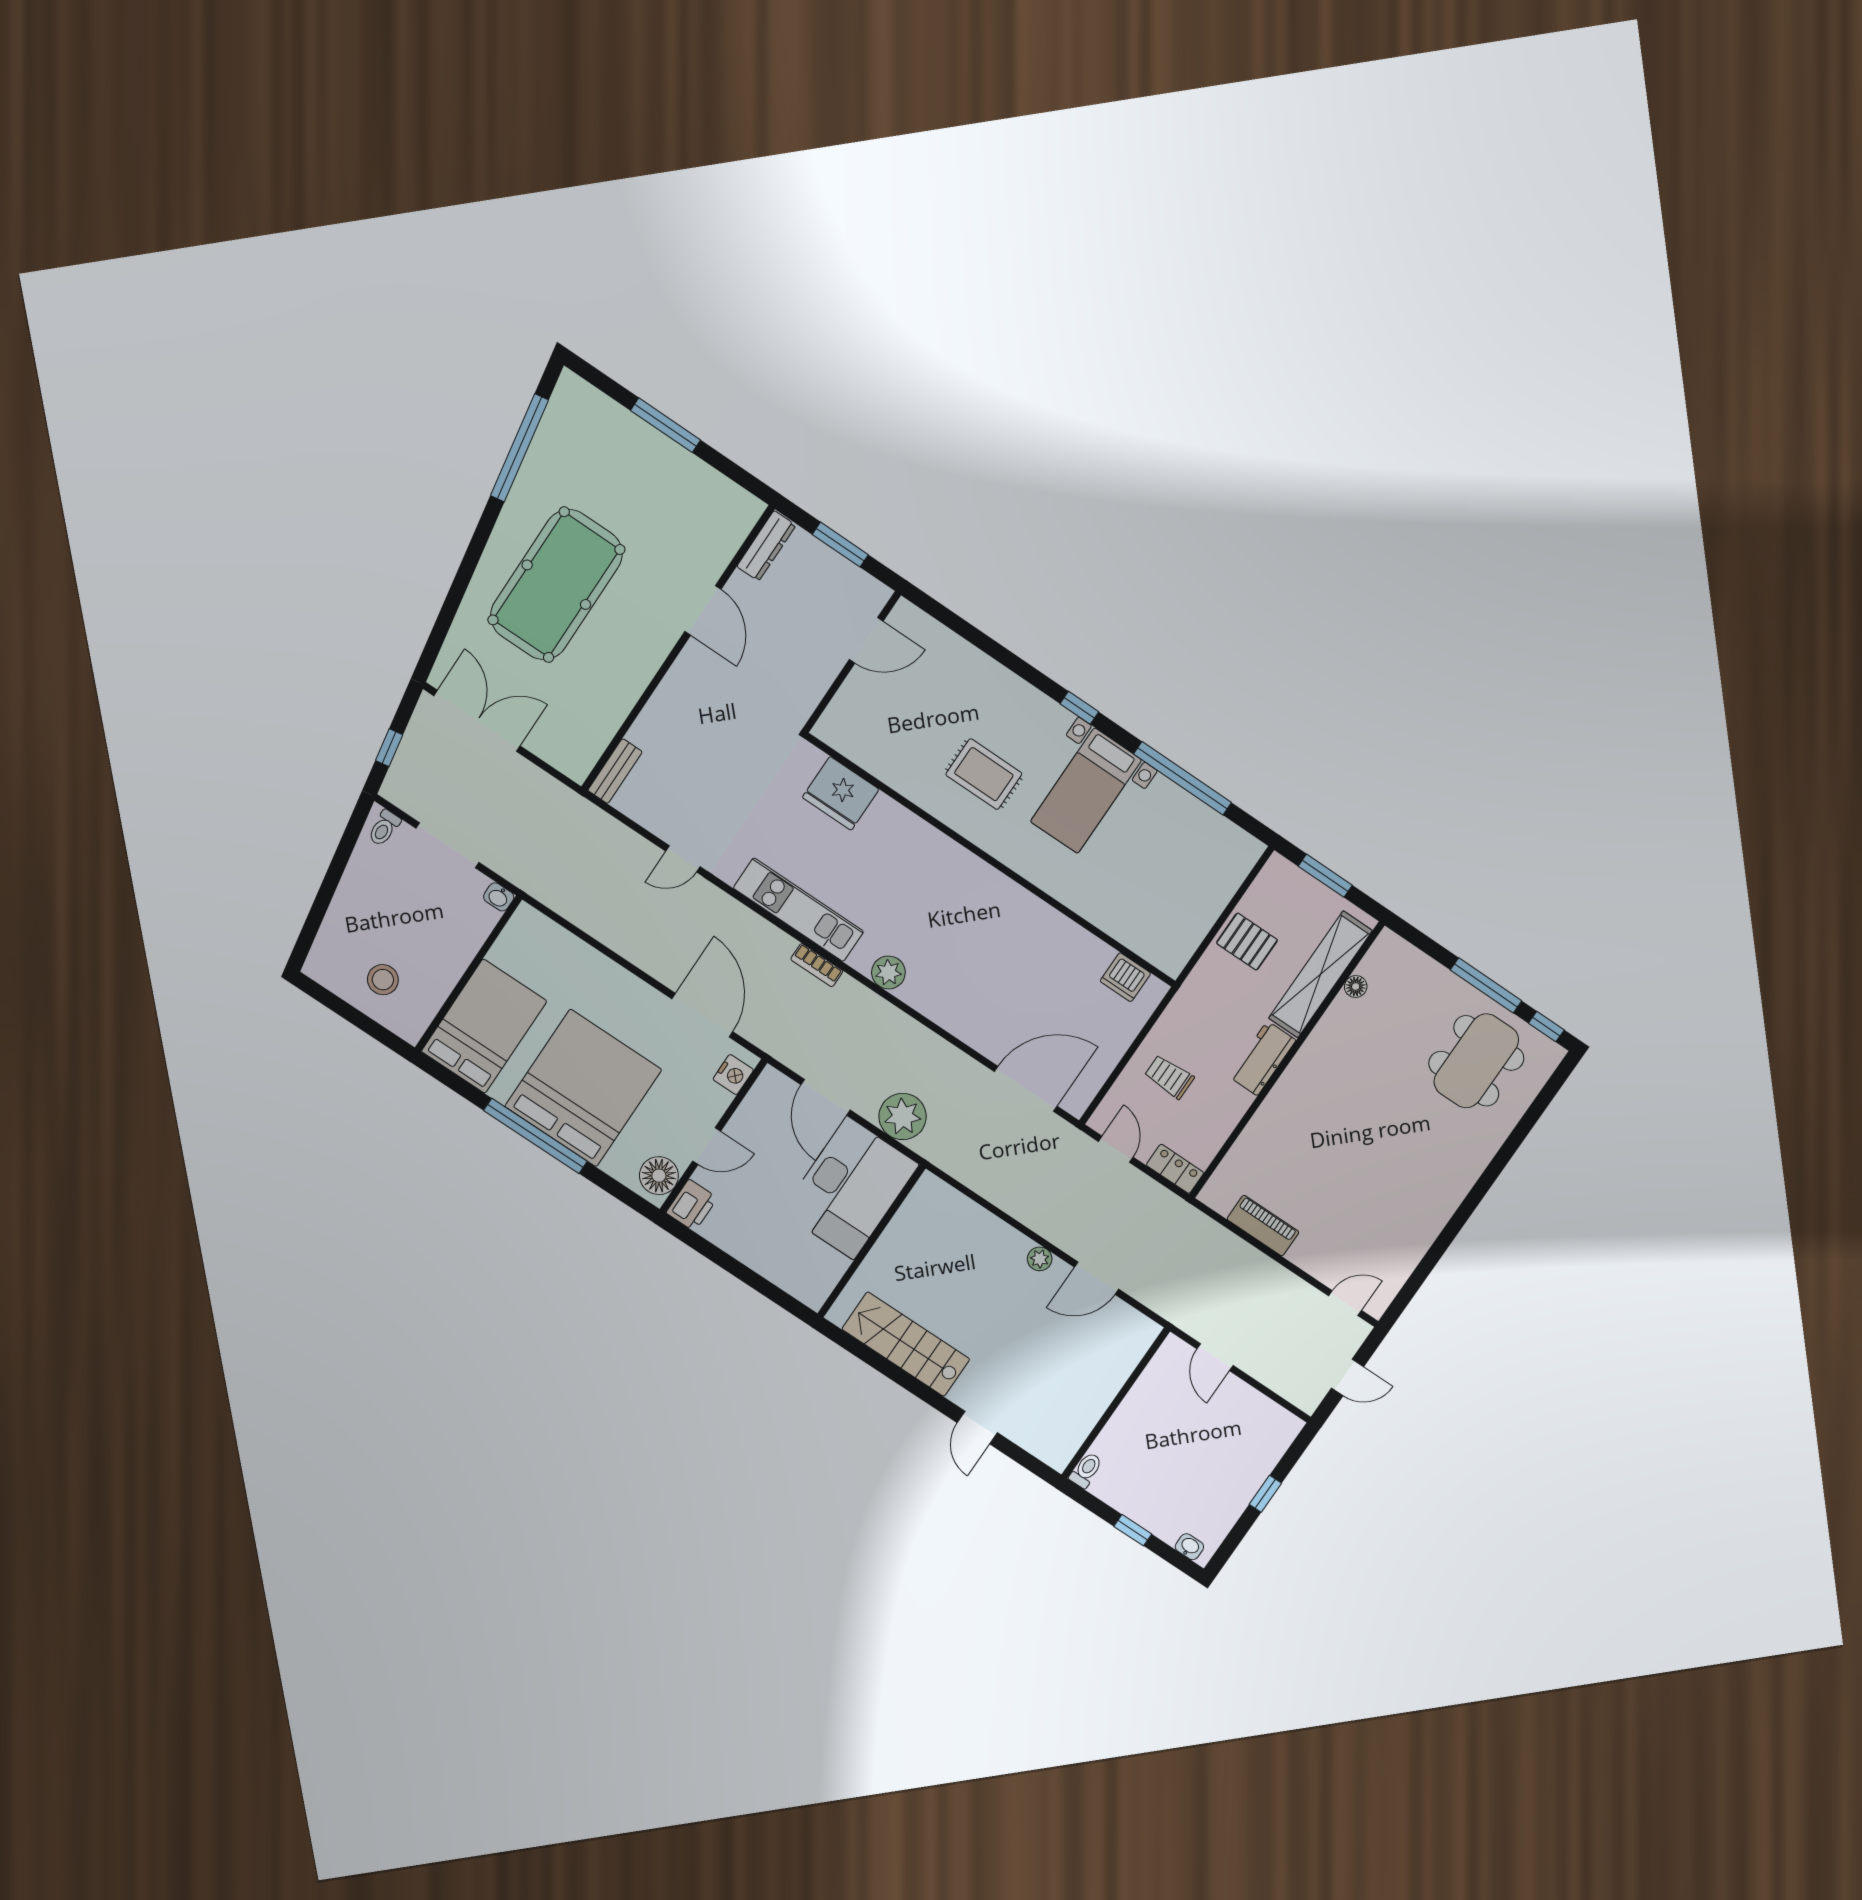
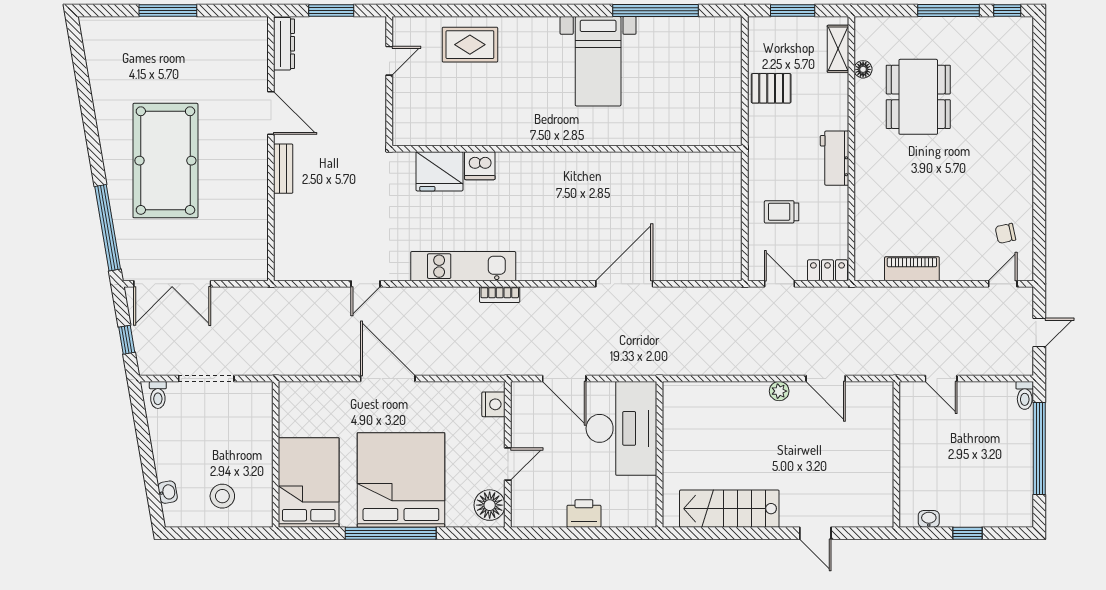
window: (519, 448) -> (108, 228), moved
door: (866, 640) -> (389, 61), width x0.73
window: (1079, 708) -> (557, 11), removed
double door: (477, 721) -> (172, 284), swing flipped
bench: (615, 771) -> (283, 169), moved
rug: (984, 774) -> (470, 45), moved
washbasin: (499, 897) -> (168, 492), moved, turned -100
plant: (888, 972) -> (550, 268), removed
shelving: (1320, 974) -> (838, 49), width x0.45, depth x0.75
dishwasher: (1125, 977) -> (480, 166), moved
door: (702, 1015) -> (388, 379), moved
dining table: (1476, 1061) -> (918, 97), moved
door: (1026, 1089) -> (624, 284), moved
plant: (903, 1116) -> (624, 357), removed
printer: (692, 1205) -> (584, 513), moved, turned -90
chair: (1384, 1254) -> (1005, 233), added
door: (1096, 1278) -> (826, 379), hinge flipped
toilet: (1086, 1470) -> (1025, 395), moved, turned 180
window: (1265, 1494) -> (1039, 448), width x3.17
washbasin: (1189, 1547) -> (929, 519), moved

